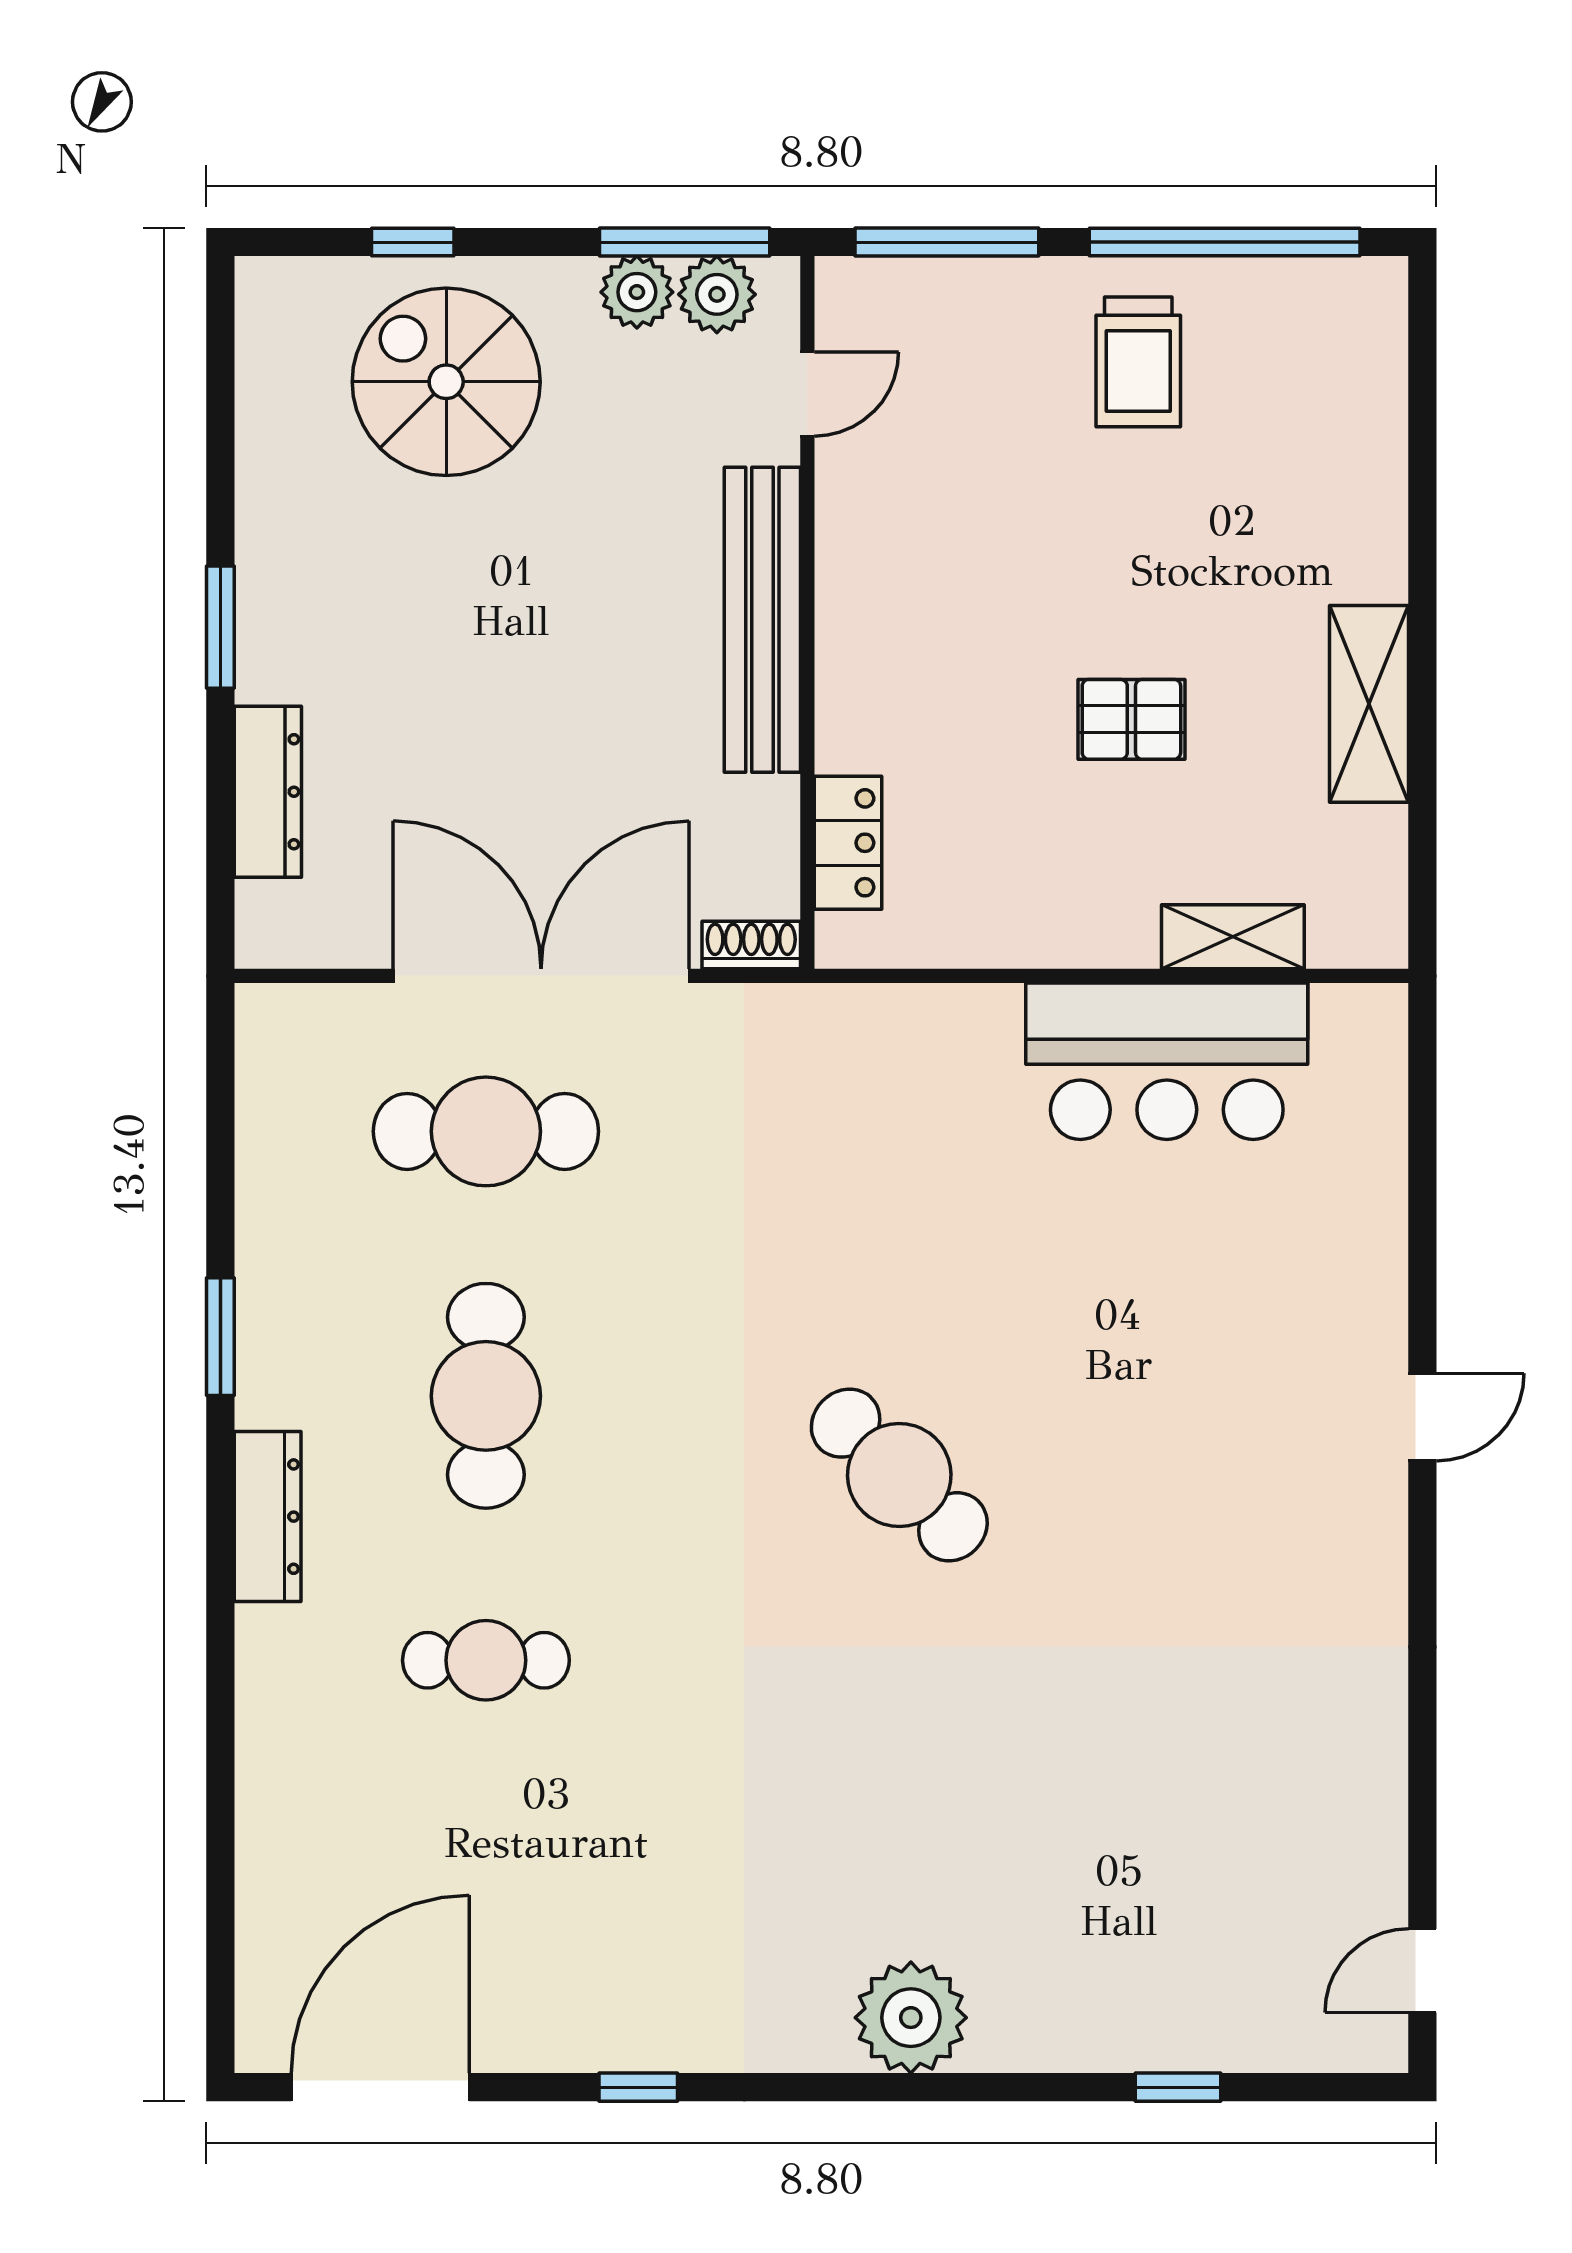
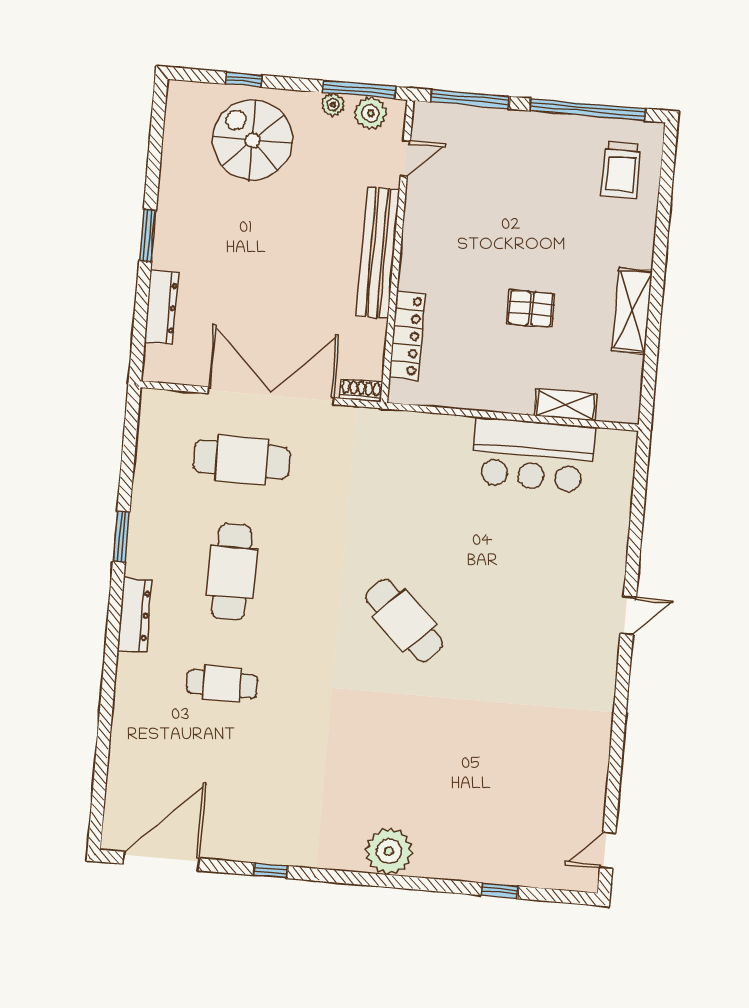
plant: (637, 292) -> (333, 105), width x0.73, depth x0.73
trolley: (1138, 362) -> (621, 170), moved
locker: (848, 843) -> (407, 336), width x1.53

